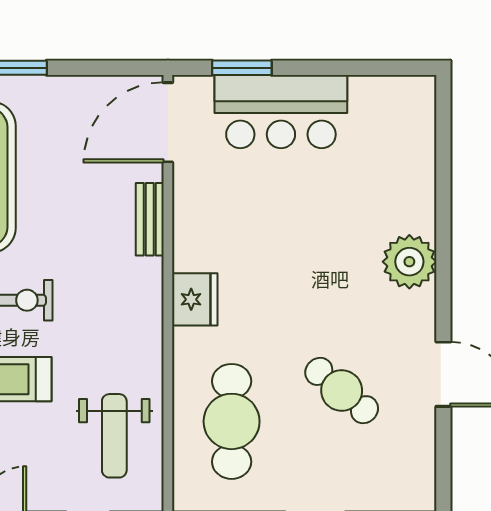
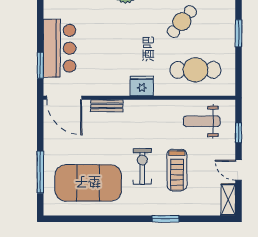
weight bench: (114, 436) -> (202, 121), turned 180

